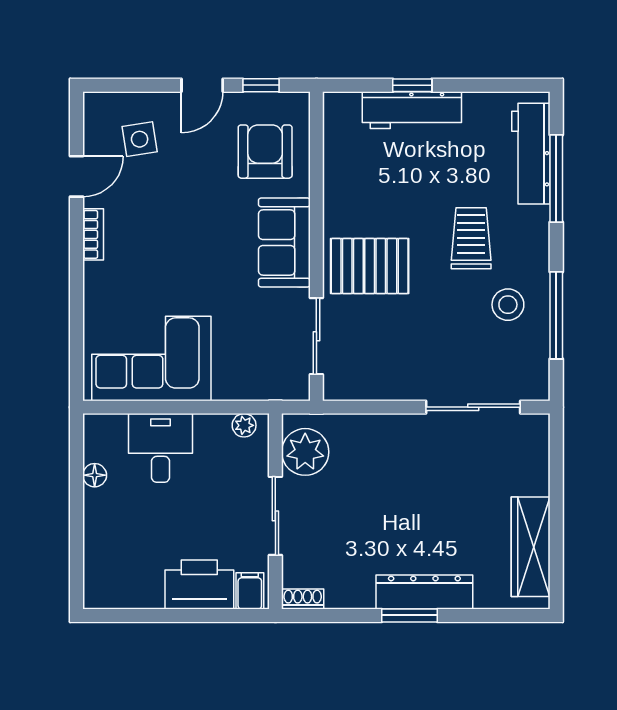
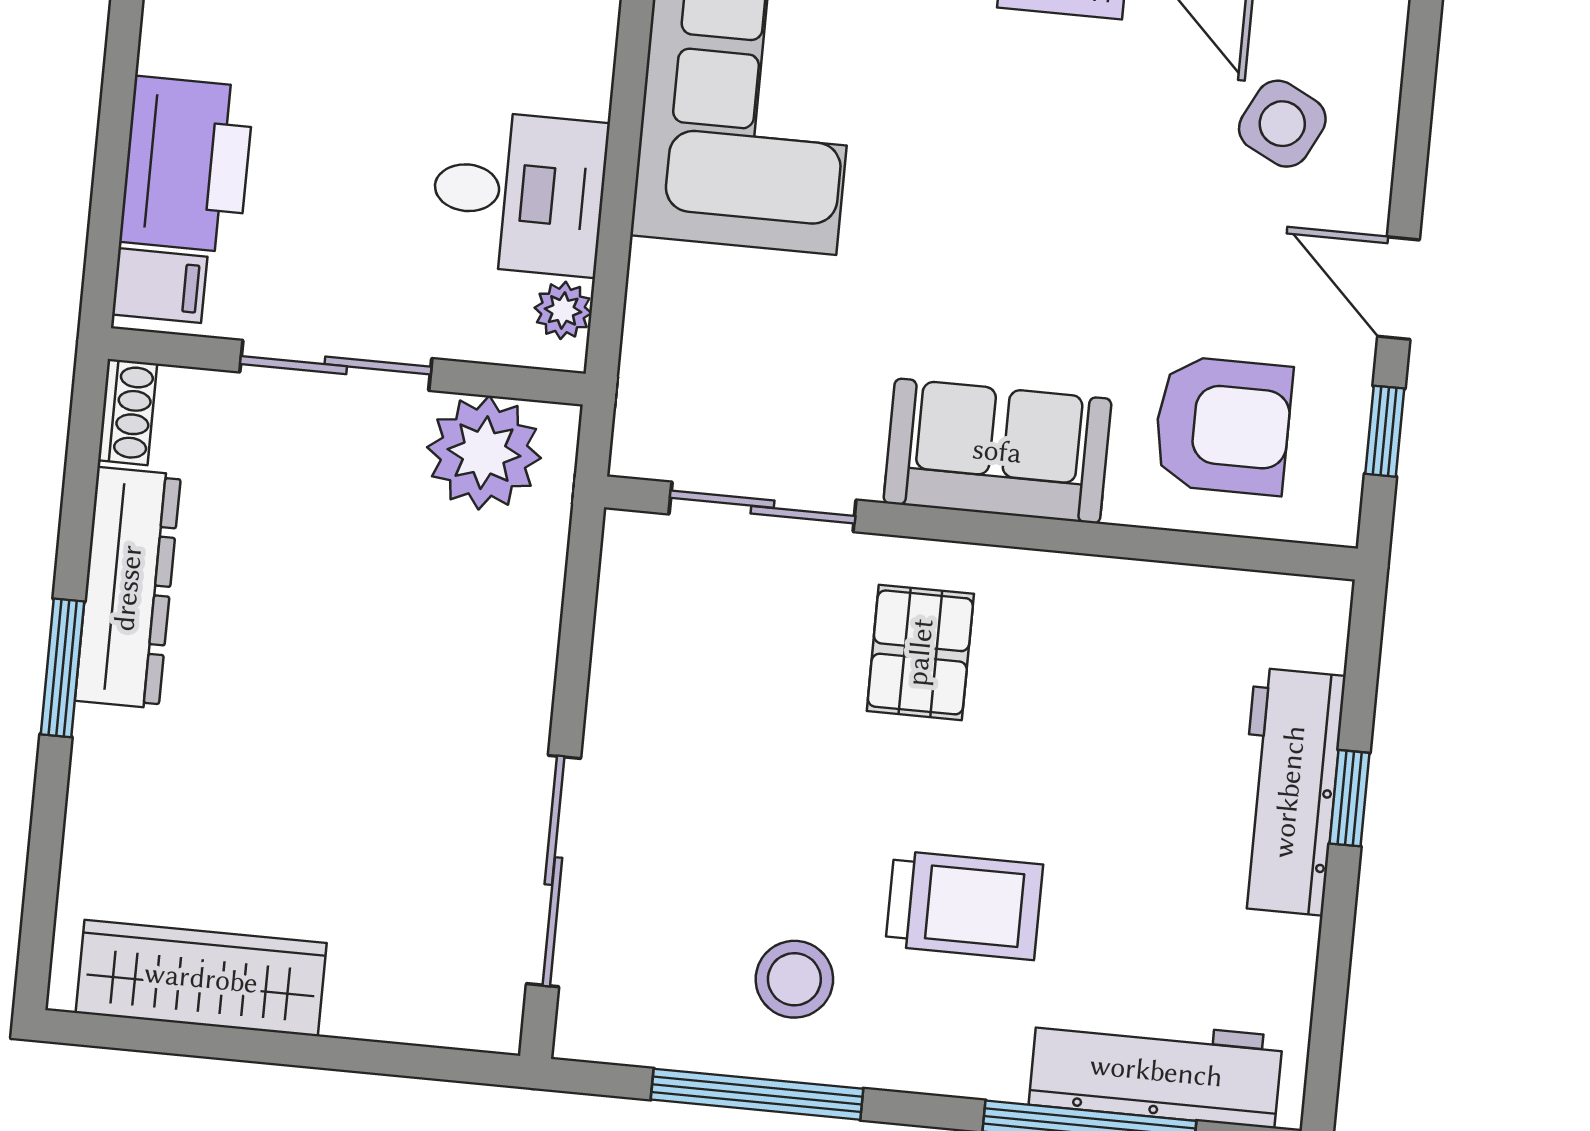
side table: (140, 139) -> (1282, 124), turned 36
pallet: (370, 266) -> (920, 652), width x0.67, depth x0.71
desk: (161, 448) -> (519, 193), moved
dresser: (424, 592) -> (128, 588), moved

